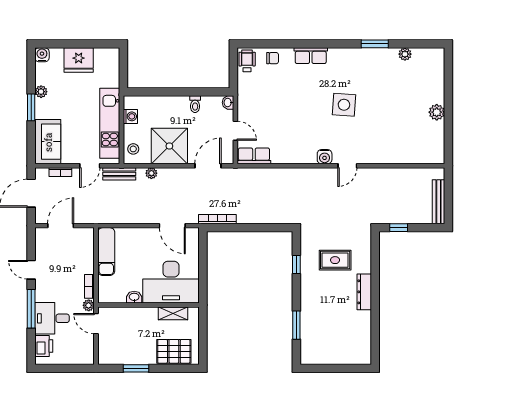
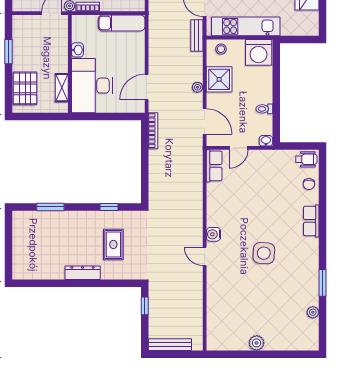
washing machine: (130, 116) -> (259, 52), width x1.89, depth x1.89
shower: (169, 146) -> (219, 79), width x0.73, depth x0.73
plant: (151, 173) -> (197, 87), moved

